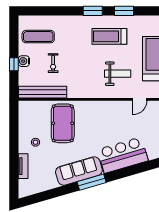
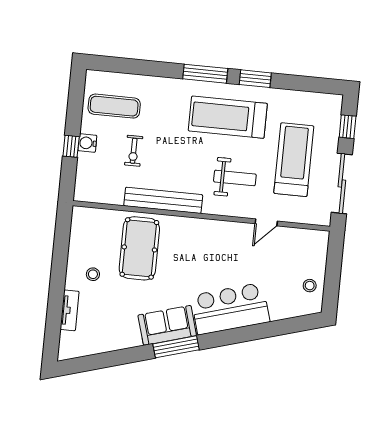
window: (93, 11) -> (205, 74), width x1.44
treadmill: (109, 36) -> (228, 117), width x1.37, depth x1.38
bench: (43, 92) -> (163, 200), moved
sofa: (79, 171) -> (167, 325), width x0.73

